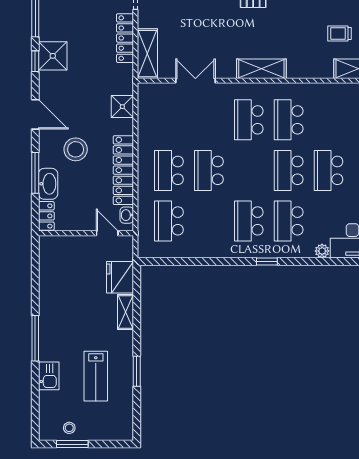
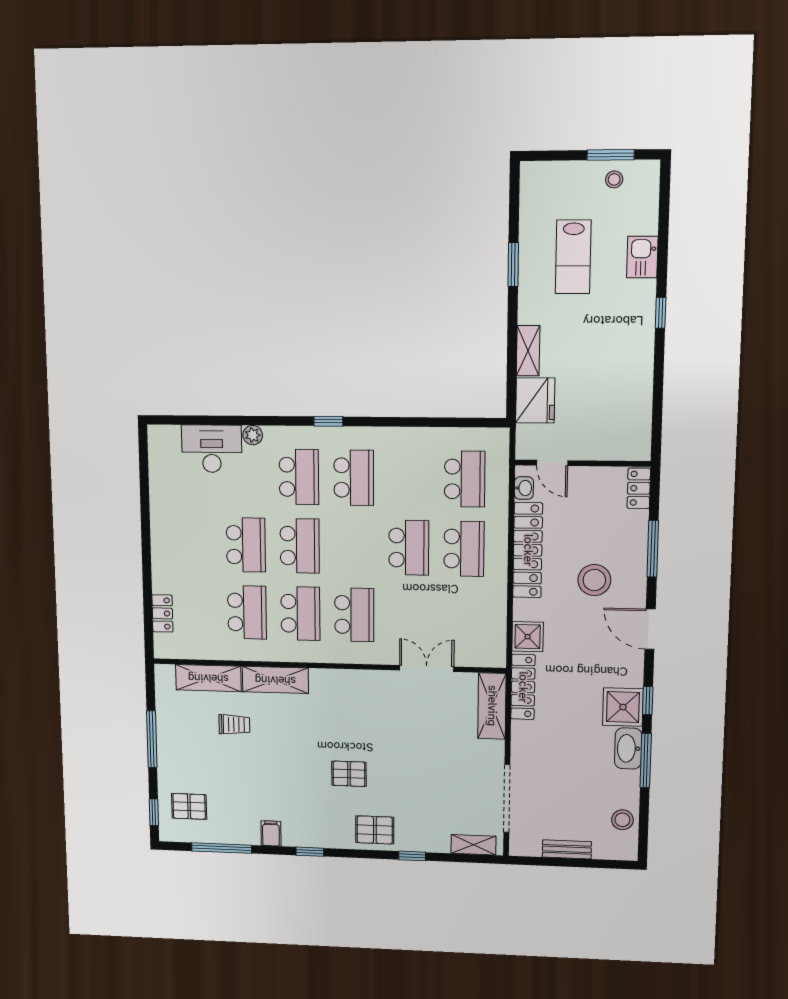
locker: (125, 38) -> (523, 687), moved
shelving: (261, 69) -> (275, 680), moved
double door: (195, 81) -> (427, 669), swing flipped
school desk: (328, 120) -> (247, 612), added
washbasin: (48, 184) -> (628, 748), moved
window: (35, 338) -> (661, 313), width x0.46
lab bench: (96, 376) -> (573, 257), turned 180

